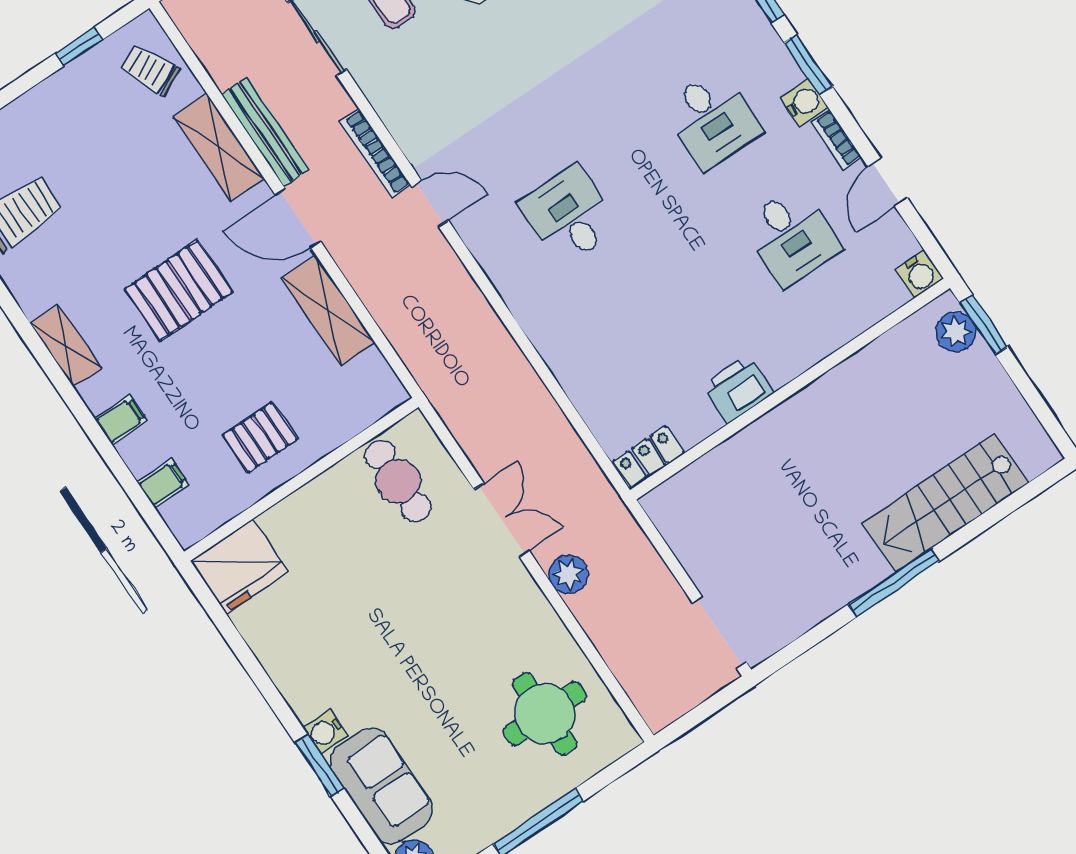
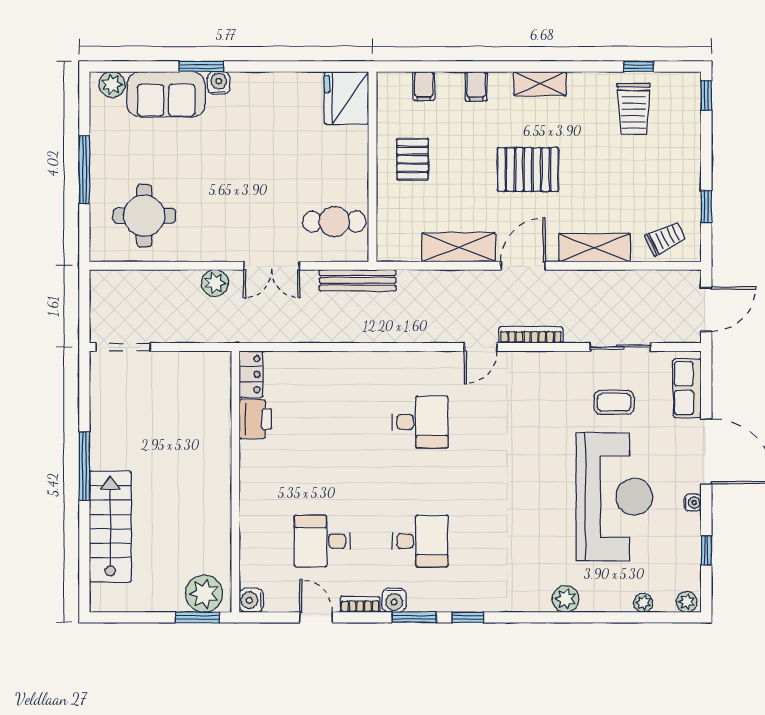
desk: (712, 119) -> (420, 541), turned 180
bench: (265, 132) -> (357, 280), moved
pallet: (179, 290) -> (528, 169), turned 90
plant: (956, 332) -> (204, 594), width x1.36, depth x1.36
printer: (738, 389) -> (255, 419), moved

